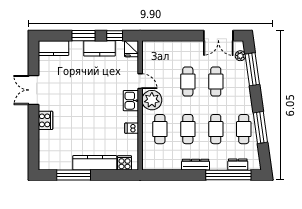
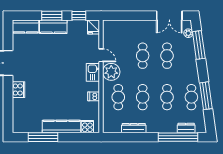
kitchen counter: (100, 48) -> (53, 27), moved
dresser: (195, 165) -> (134, 128), moved

